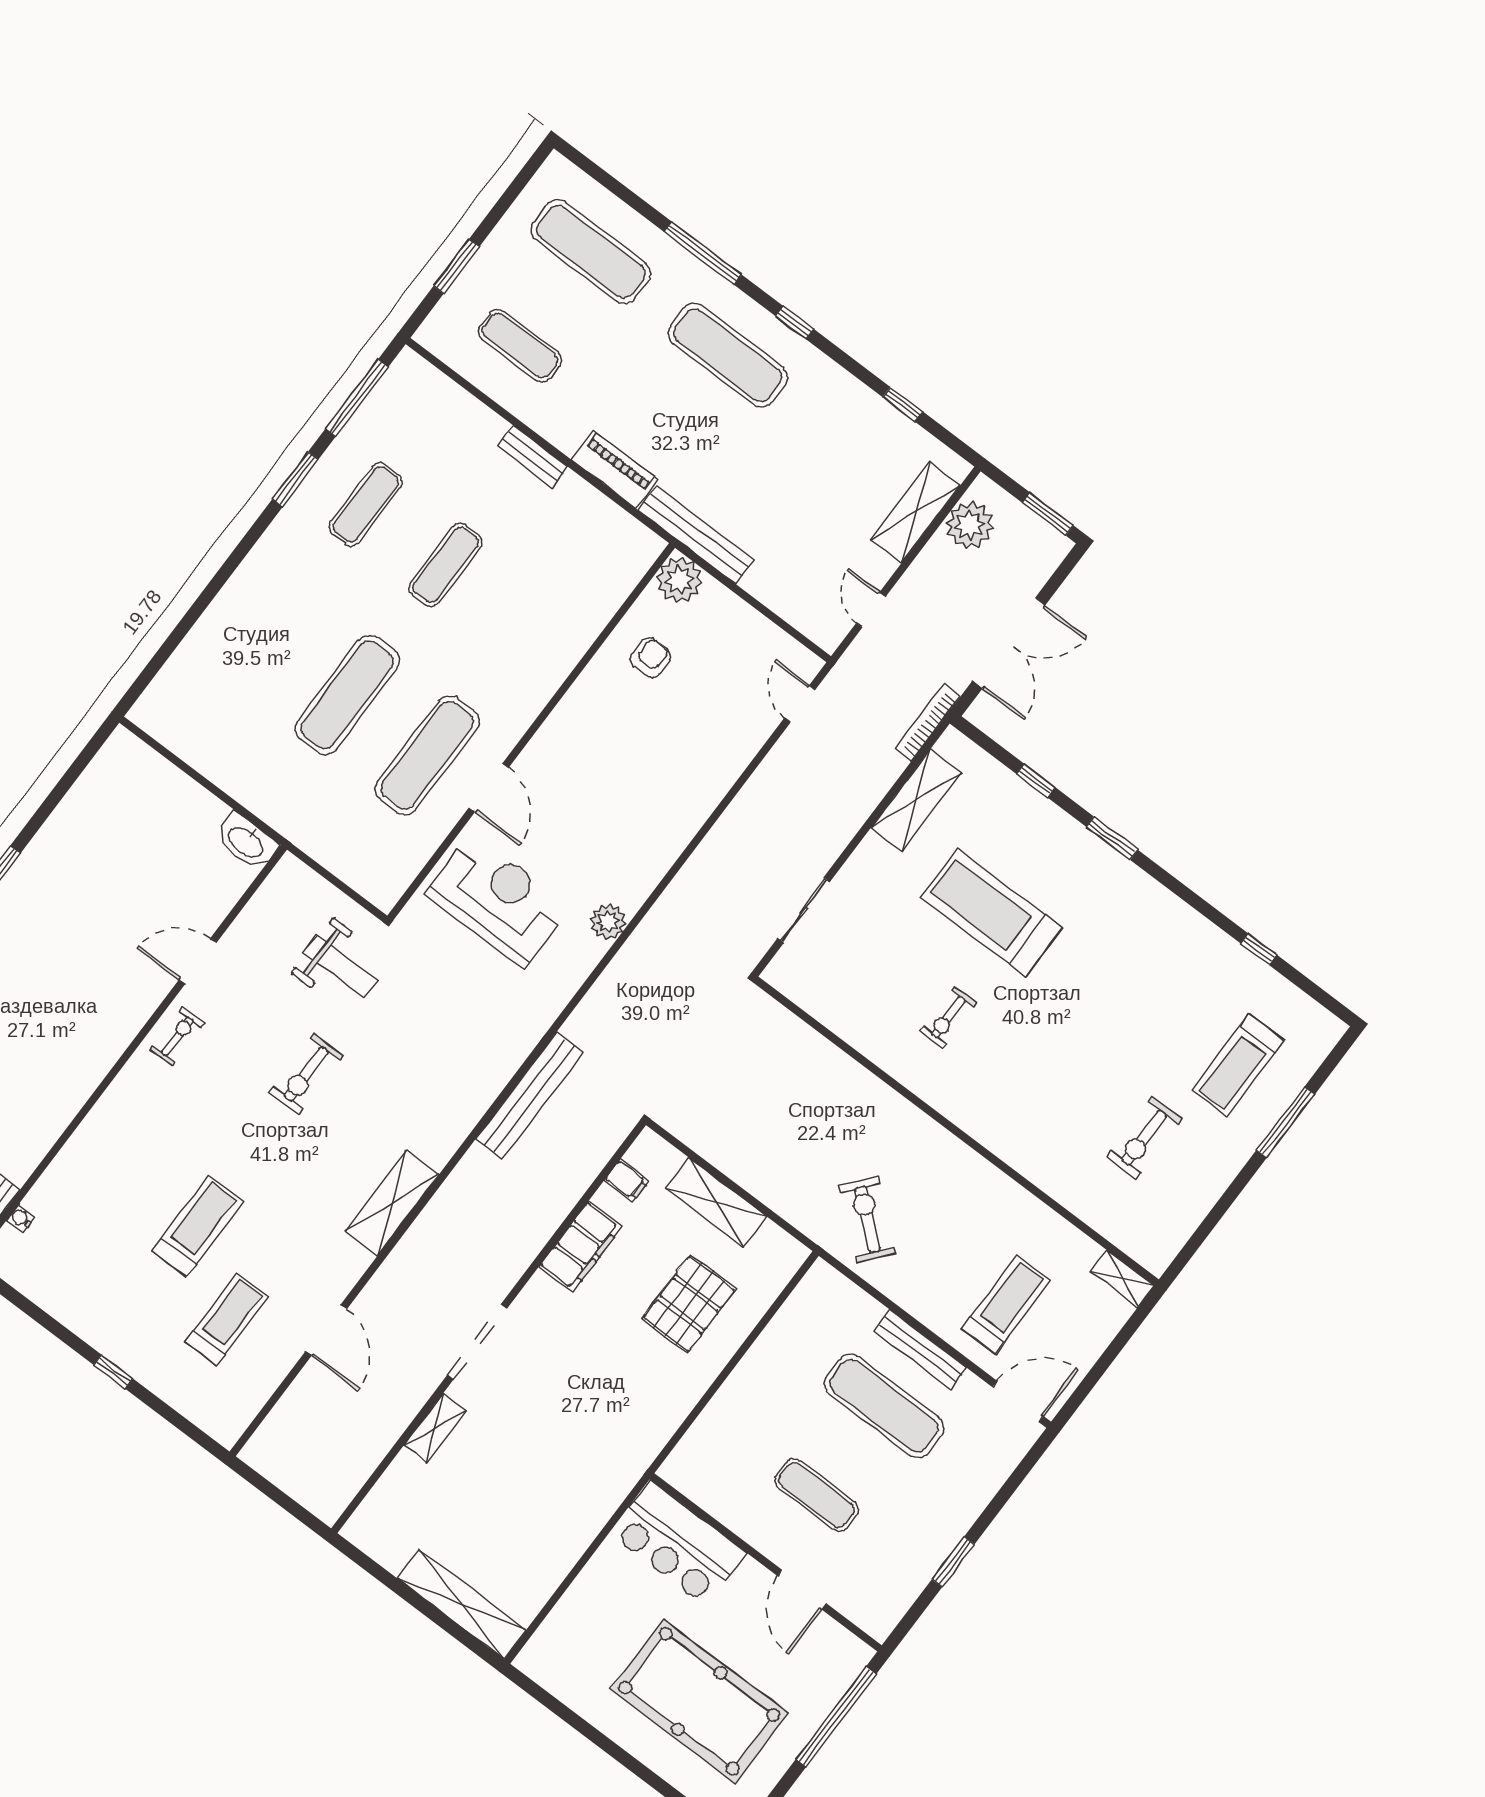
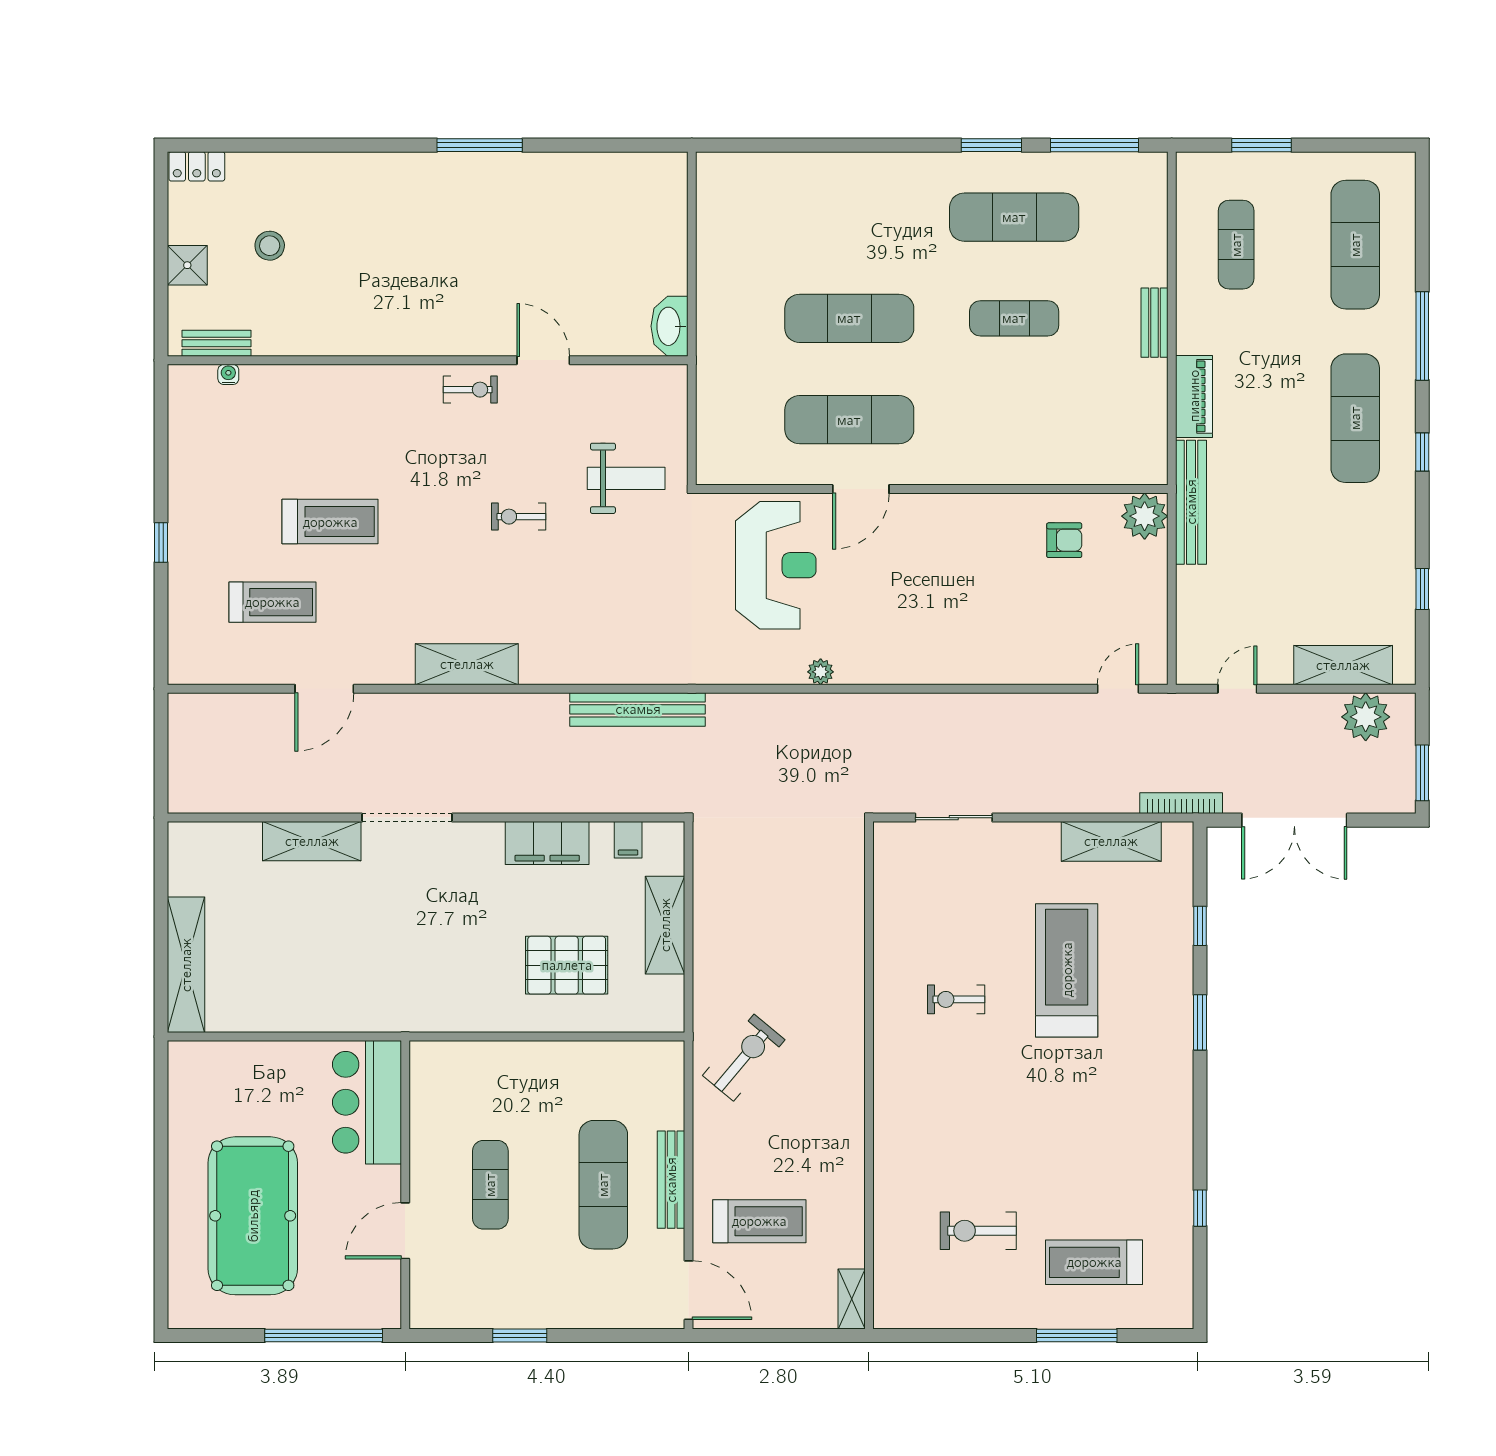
exercise mat: (366, 504) -> (1014, 217), width x1.36, depth x1.45
plant: (608, 922) -> (821, 672), width x0.73, depth x0.73
weight bench: (340, 966) -> (626, 478), turned -90
exercise bike: (306, 1074) -> (519, 517), width x0.73, depth x0.72
shelving: (435, 1428) -> (312, 841), width x1.50, depth x1.33

